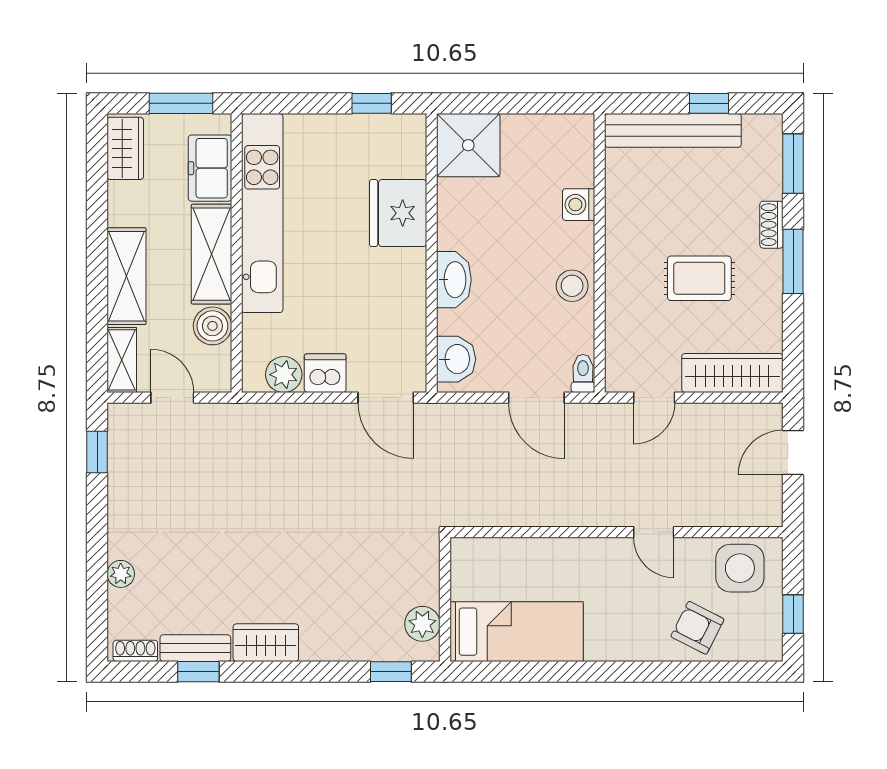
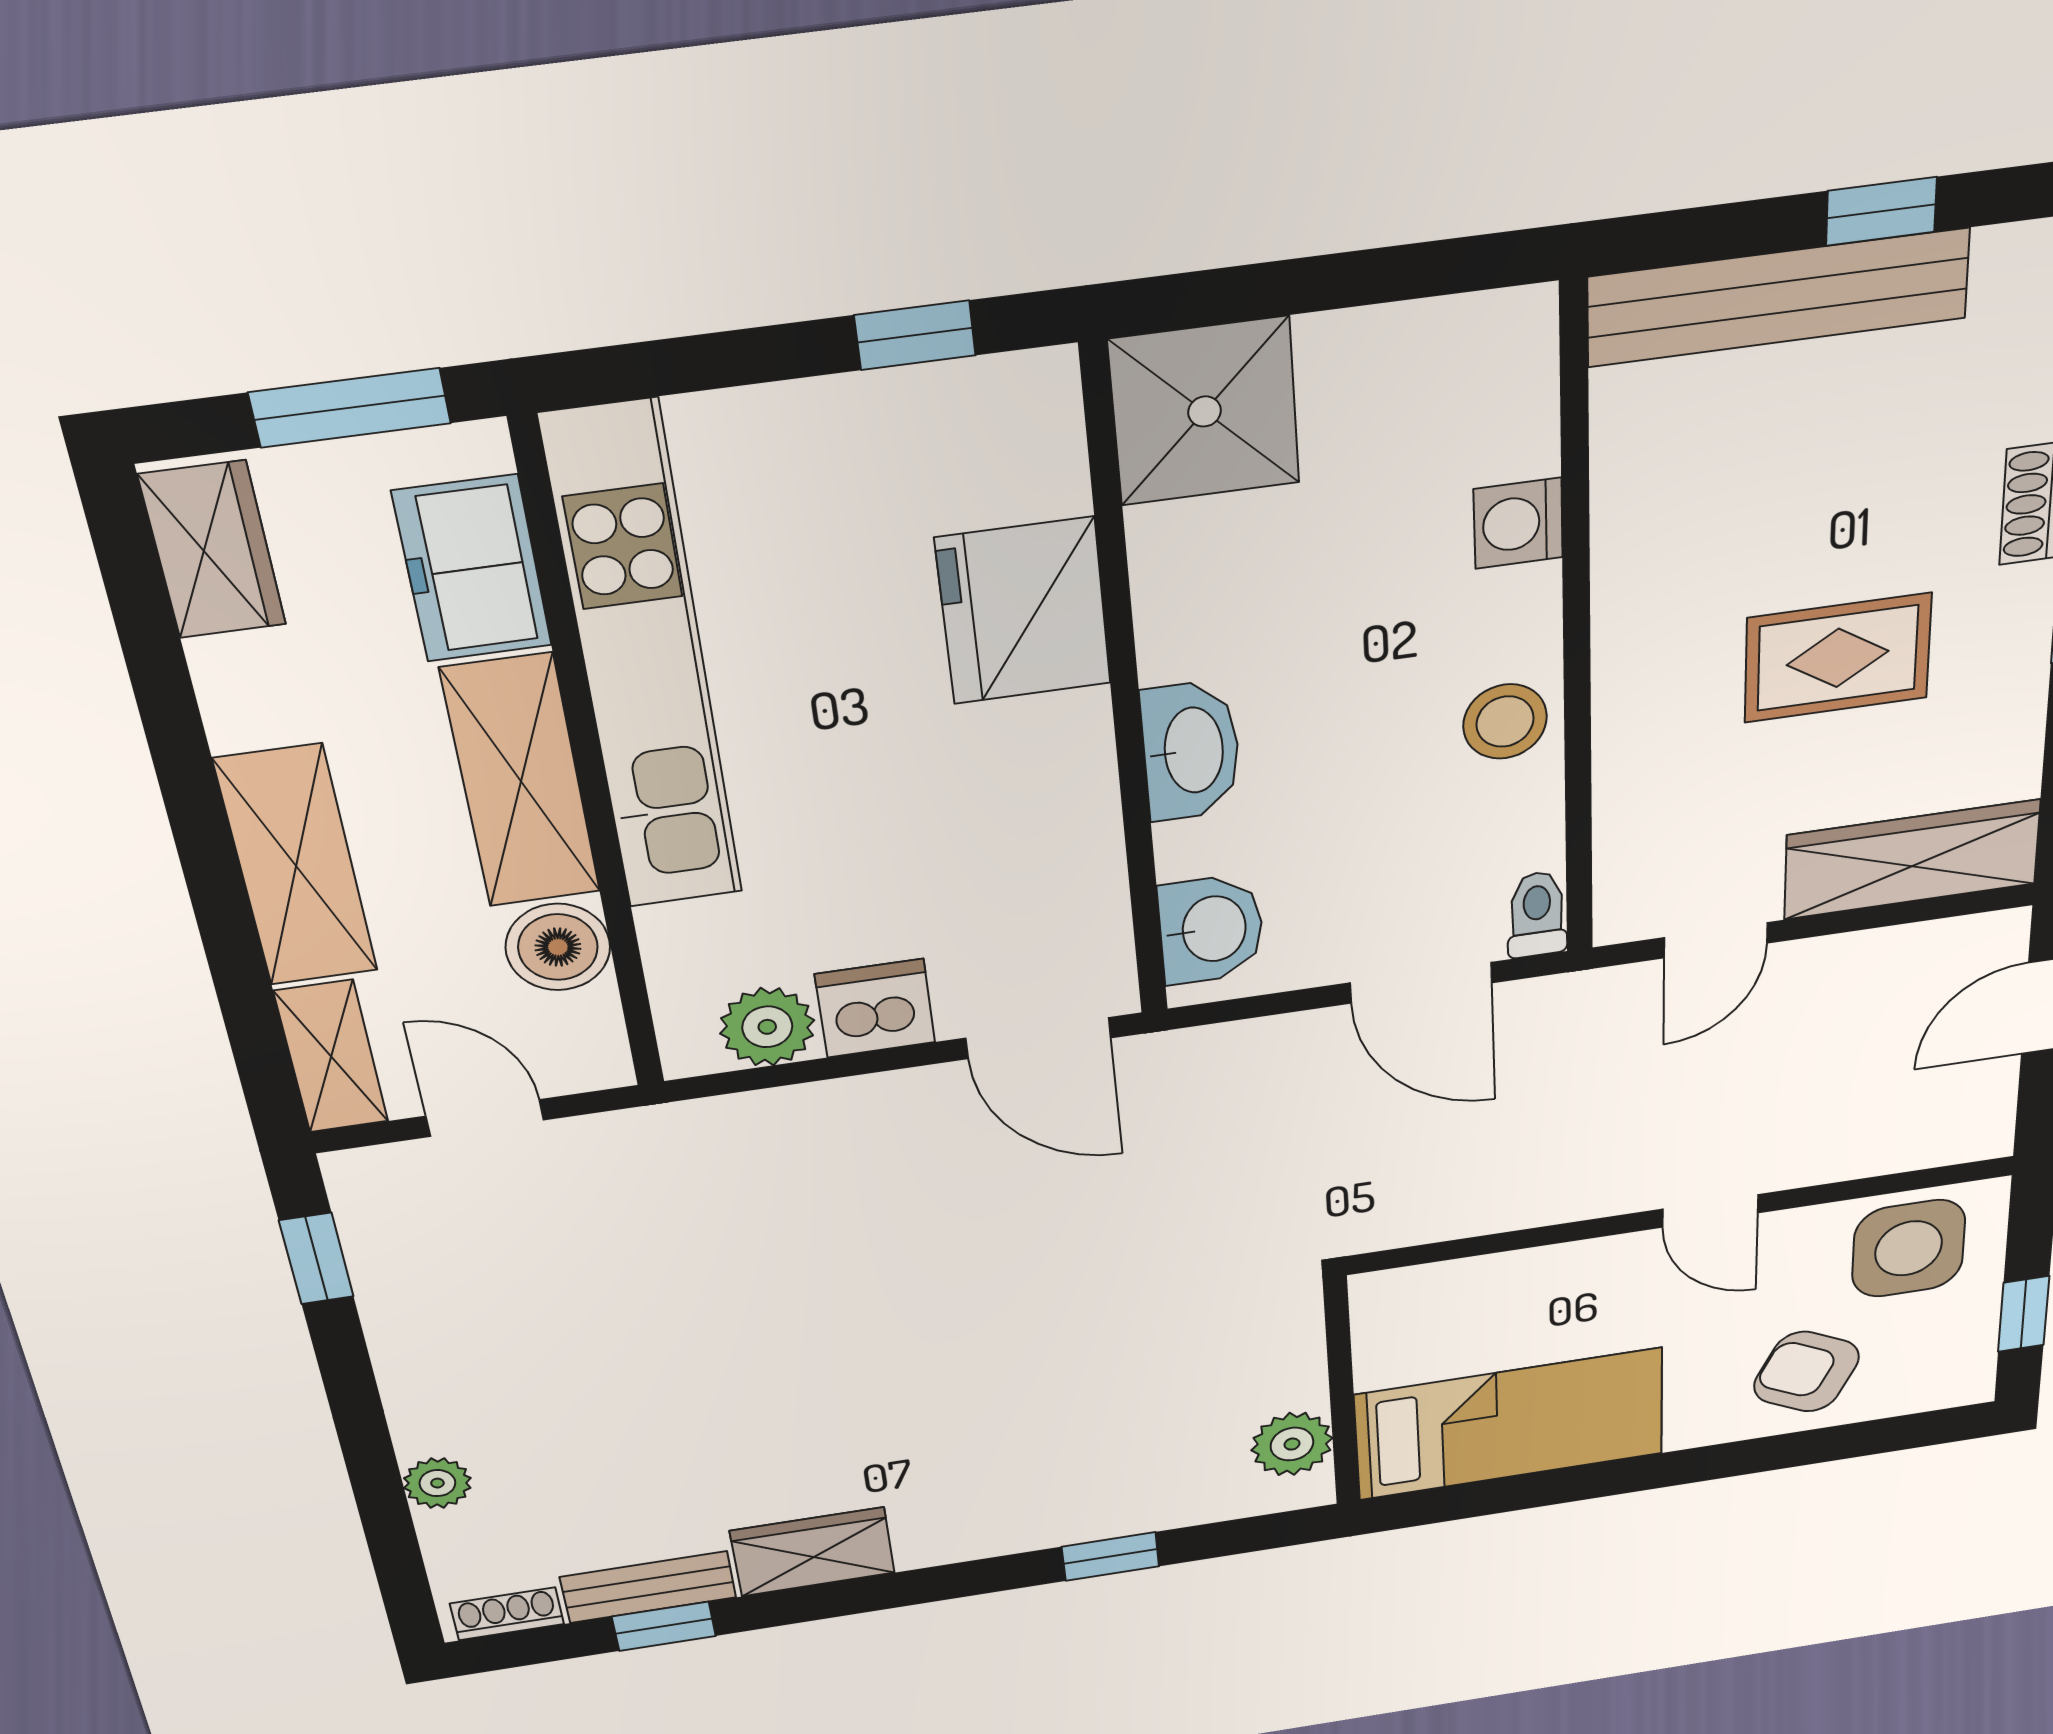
wall: (445, 599) -> (1342, 1392), moved
plant: (422, 624) -> (1292, 1444), moved
bed: (517, 632) -> (1510, 1424), moved

